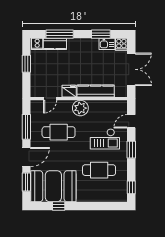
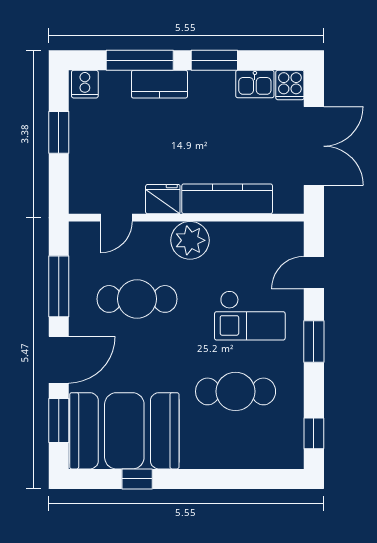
window: (101, 34) -> (214, 60), moved
kitchen counter: (55, 44) -> (159, 84), moved

